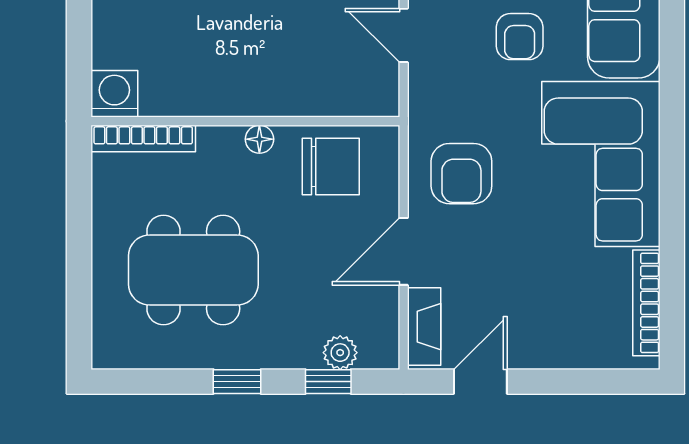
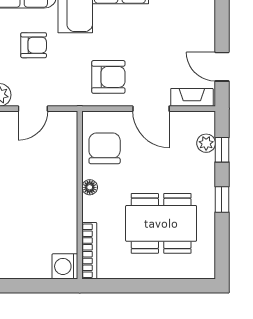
dining table: (193, 270) -> (161, 223), turned 90

